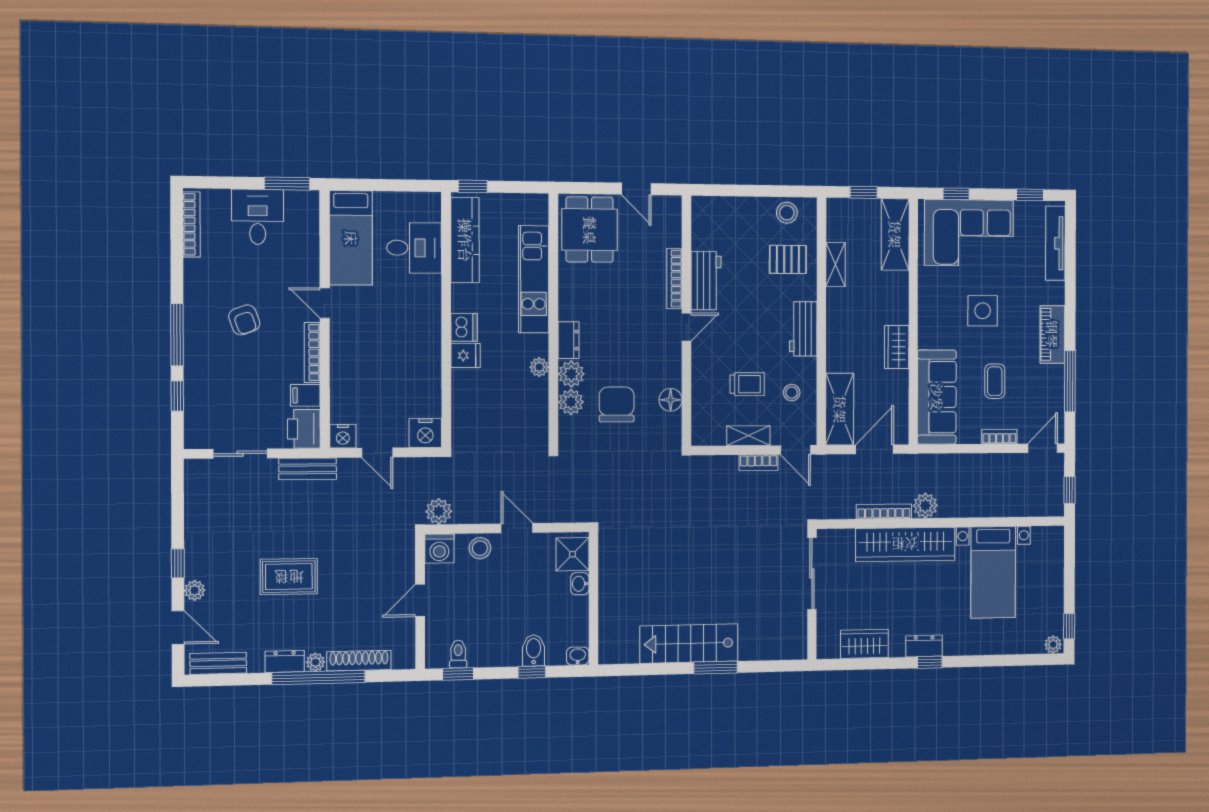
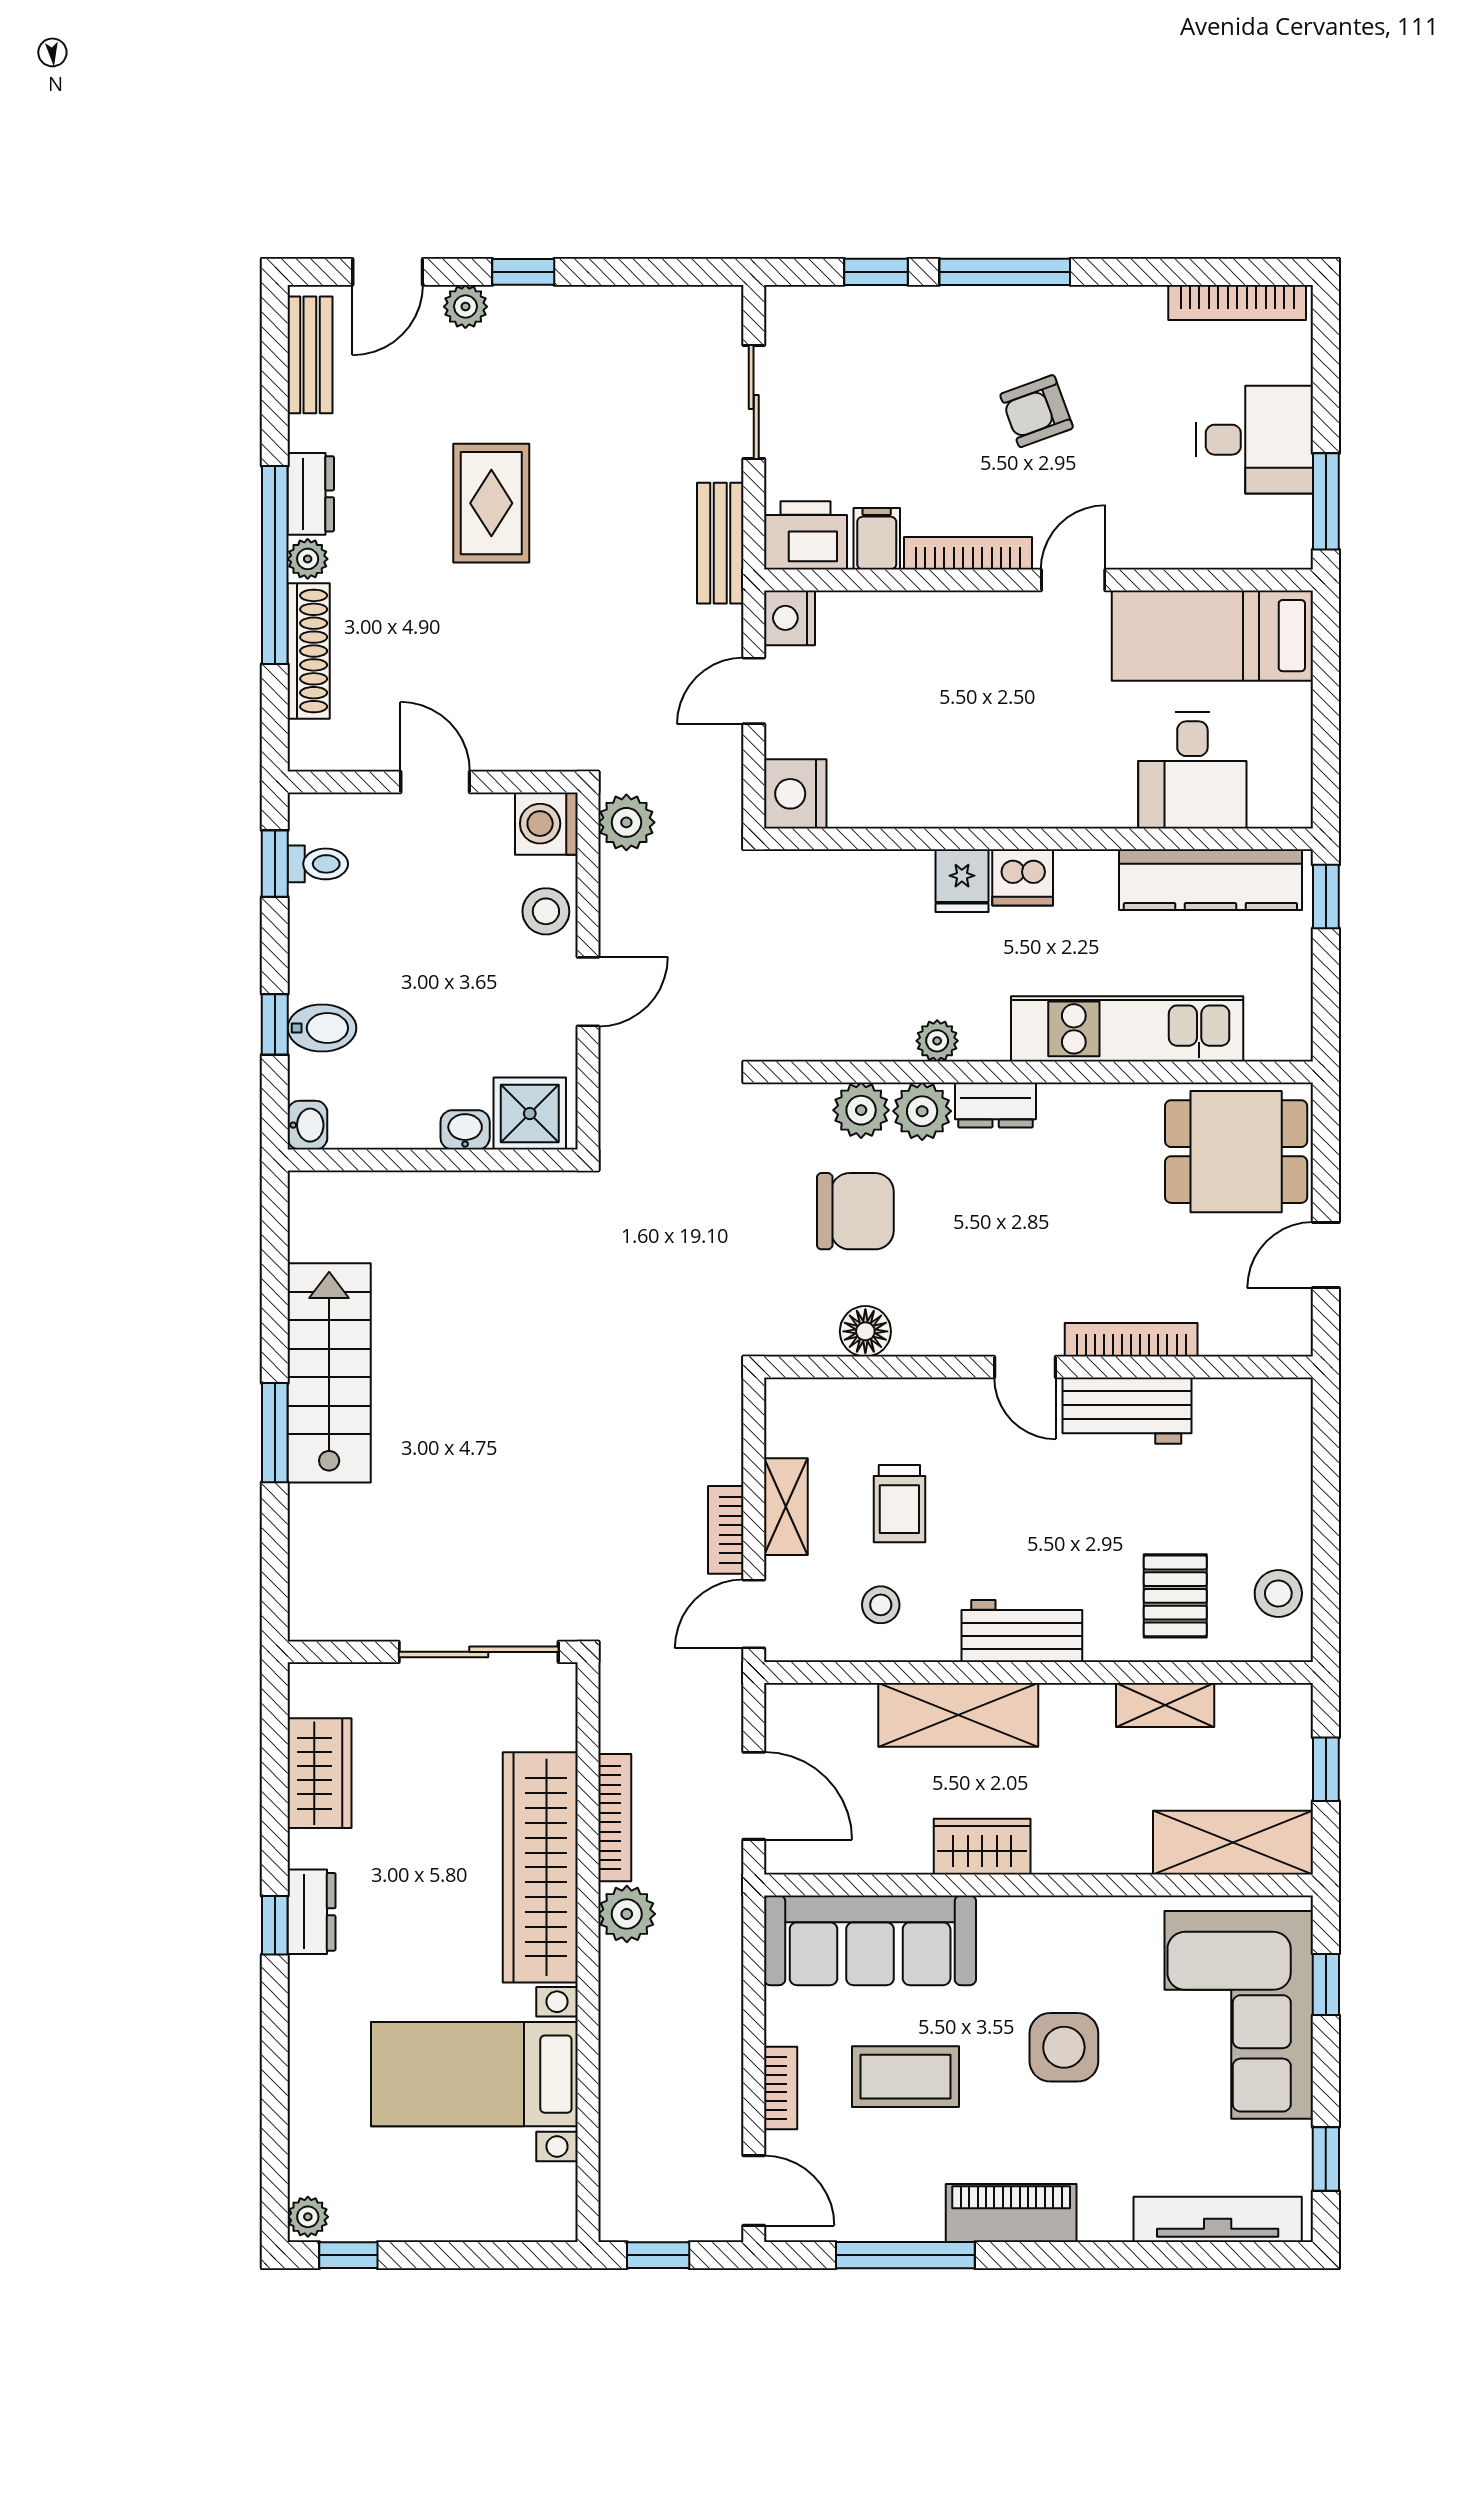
coffee table: (995, 381) -> (906, 2077), width x1.36, depth x1.30
shelving: (840, 409) -> (958, 1715), moved

